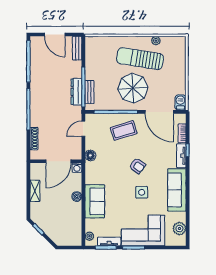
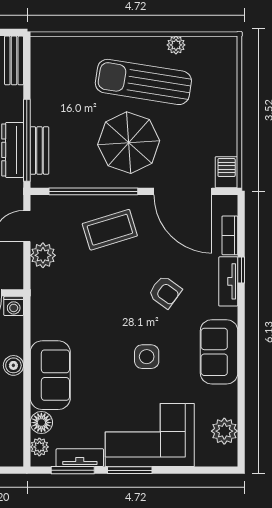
plant: (91, 143) -> (43, 255), added
floor lamp: (90, 155) -> (41, 423), moved
armchair: (137, 166) -> (165, 292), moved
sofa: (177, 190) -> (219, 352), width x0.73

